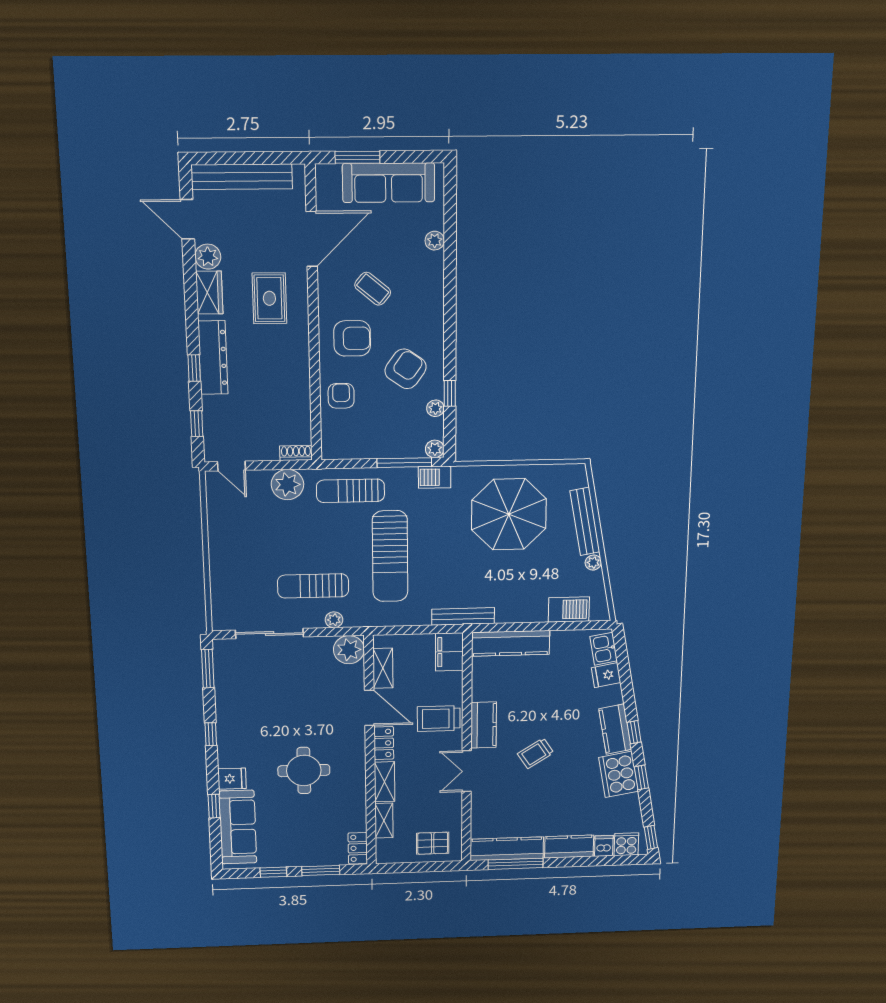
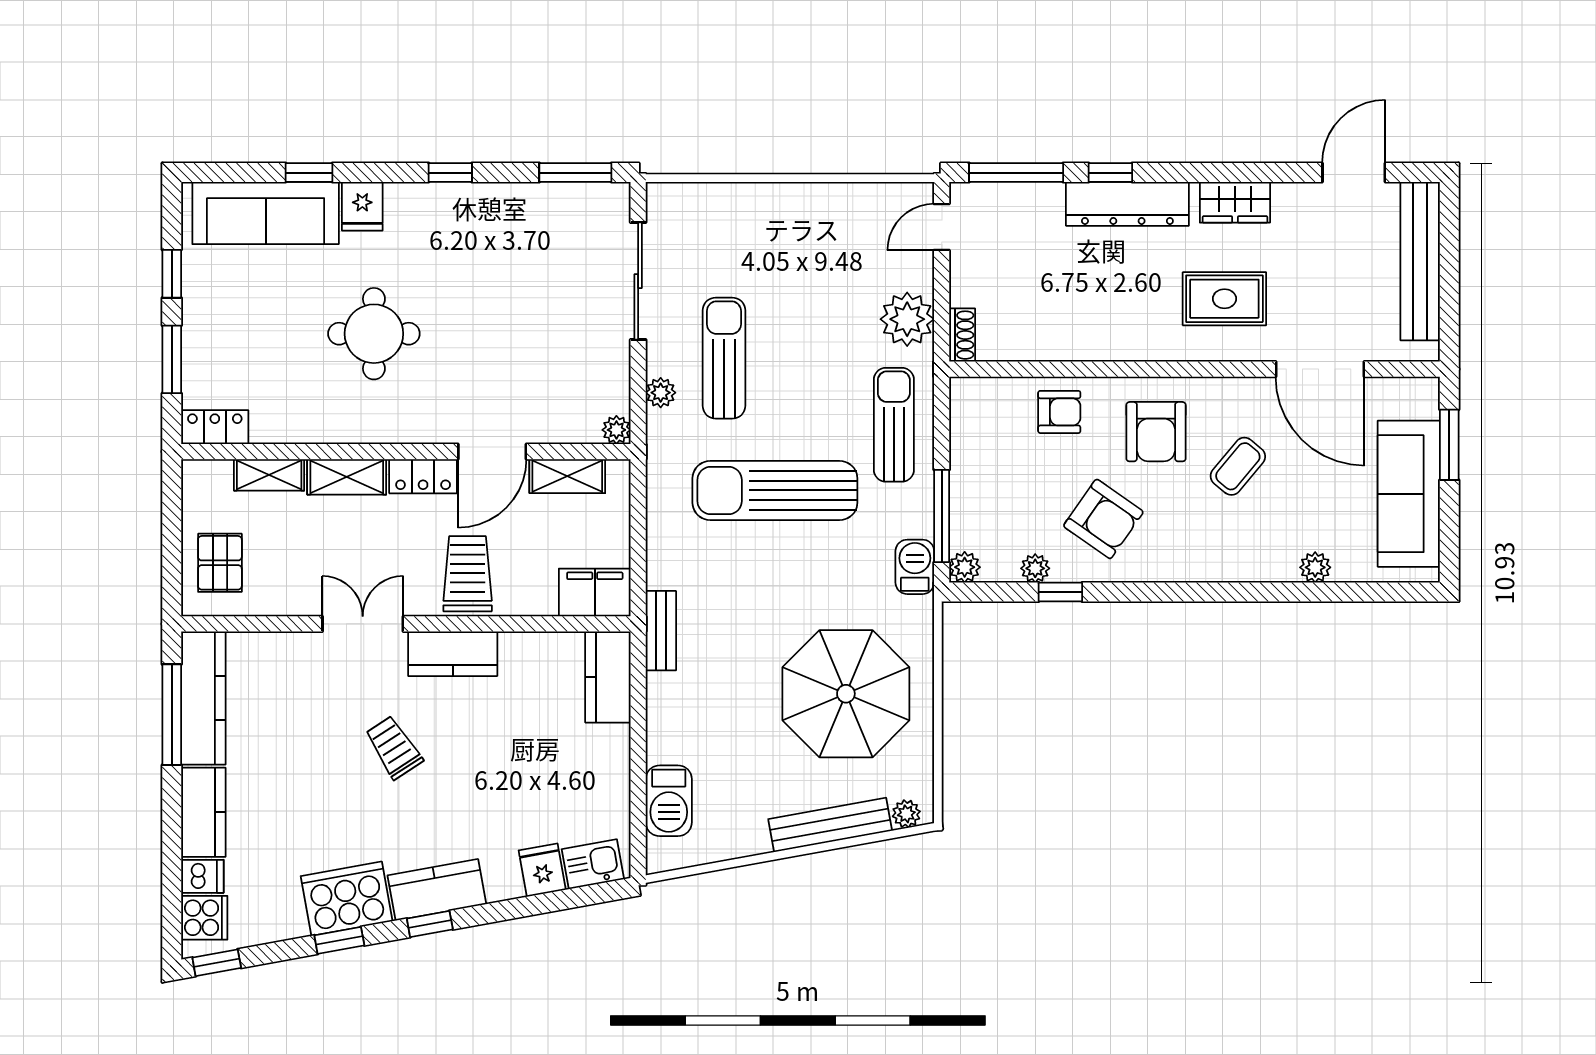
plant: (208, 257) -> (1294, 202), removed
window: (197, 424) -> (1016, 173), width x2.17
plant: (593, 563) -> (906, 814), moved
bench: (463, 616) -> (661, 631), width x0.73
kitchen counter: (511, 643) -> (608, 677), width x0.67
plant: (349, 650) -> (616, 430), width x0.53, depth x0.53

